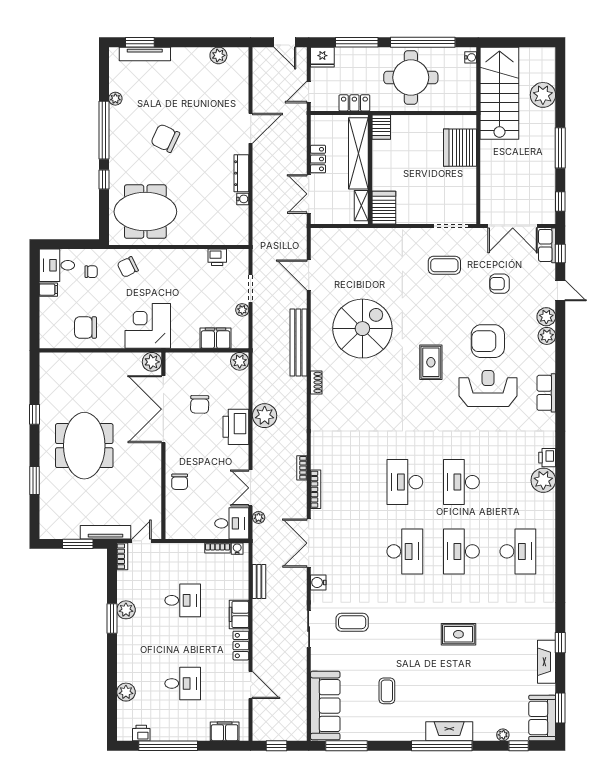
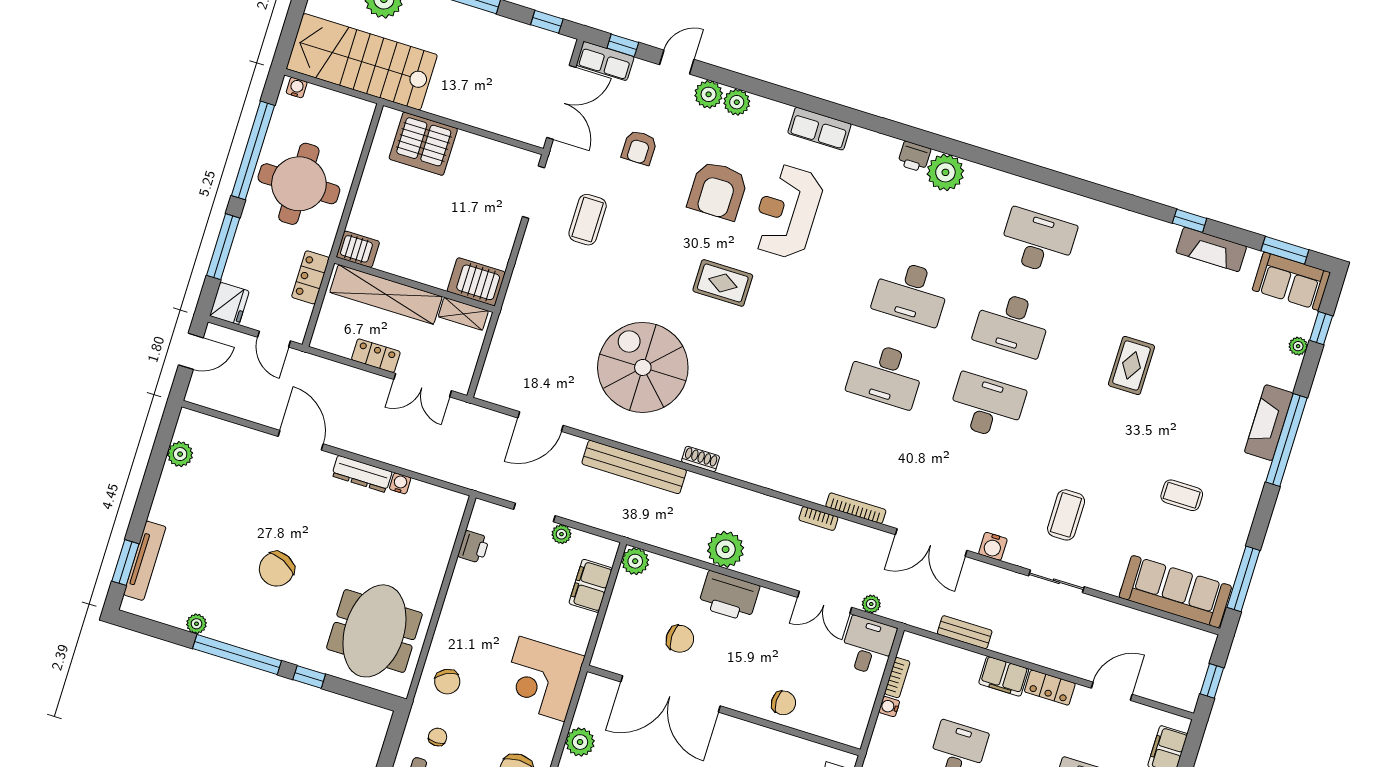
plant: (152, 362) -> (580, 742), moved
water cooler: (237, 549) -> (889, 707), moved

